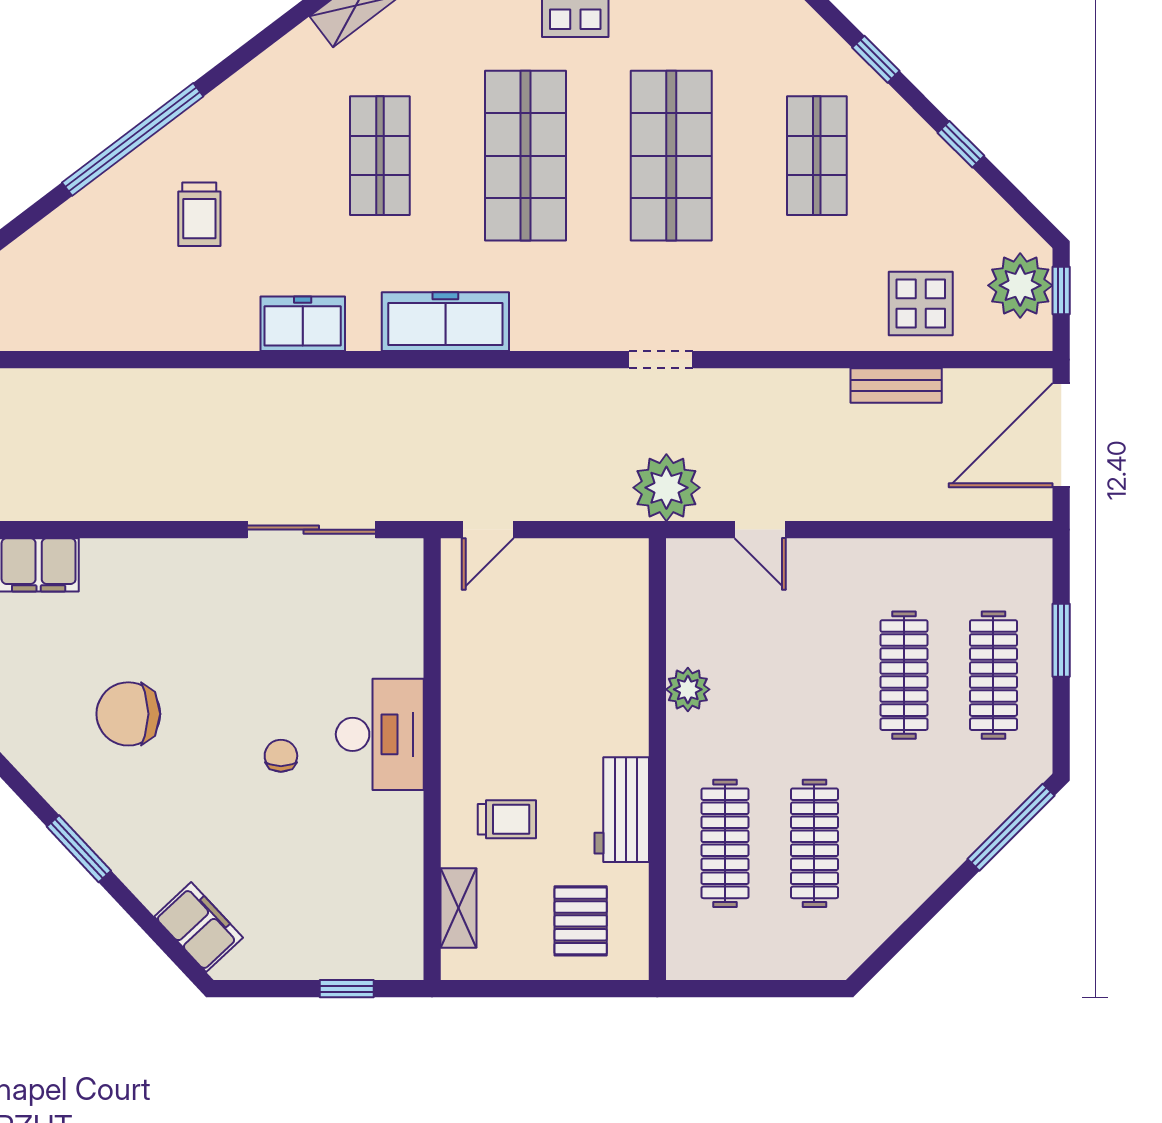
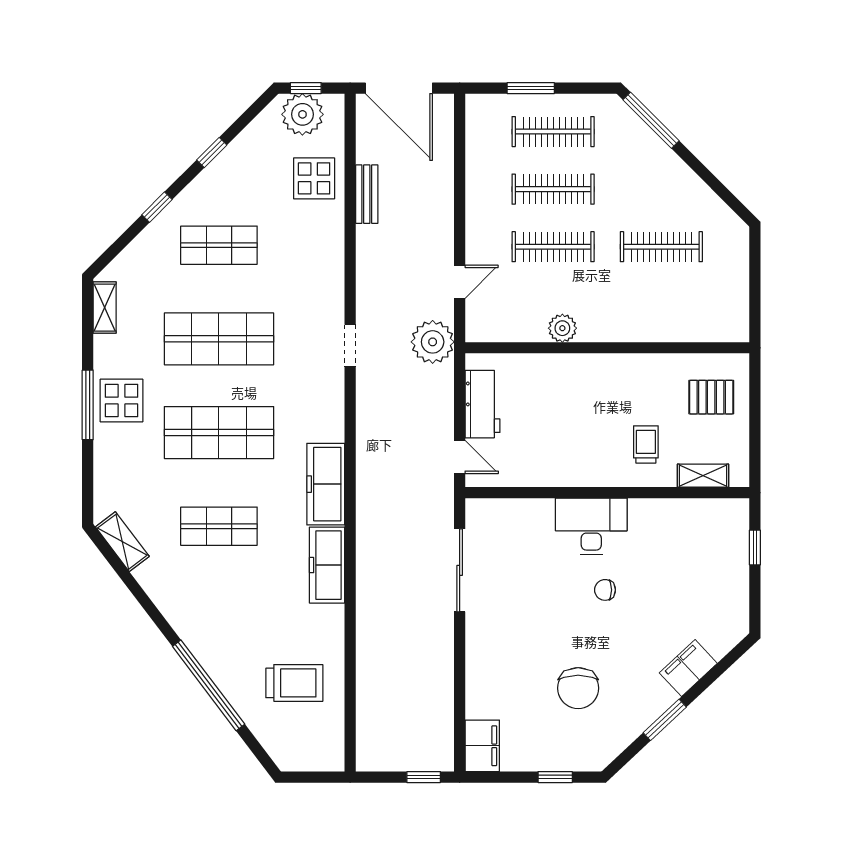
trolley: (199, 214) -> (294, 683), moved, width x1.36, depth x1.39
freezer: (303, 324) -> (327, 565), width x1.40
workbench: (622, 810) -> (482, 404), moved, turned -90
clothes rail: (725, 843) -> (553, 247), moved
filing cabinet: (199, 927) -> (688, 668), moved

